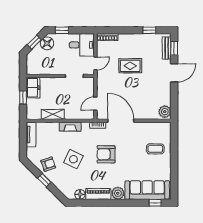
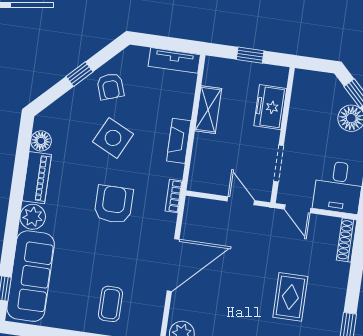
rug: (130, 66) -> (290, 297), moved
freezer: (33, 88) -> (270, 107), moved, turned 90
door: (95, 104) -> (241, 201), moved
door: (121, 121) -> (173, 265), moved

